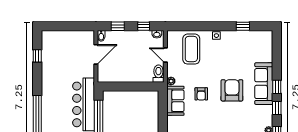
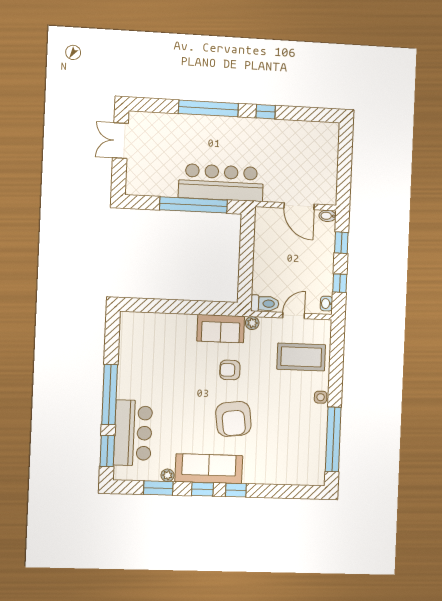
window: (243, 26) -> (333, 439), width x3.17
window: (37, 56) -> (266, 112), moved
sofa: (264, 84) -> (209, 469), moved
armchair: (232, 90) -> (233, 419), turned 83

